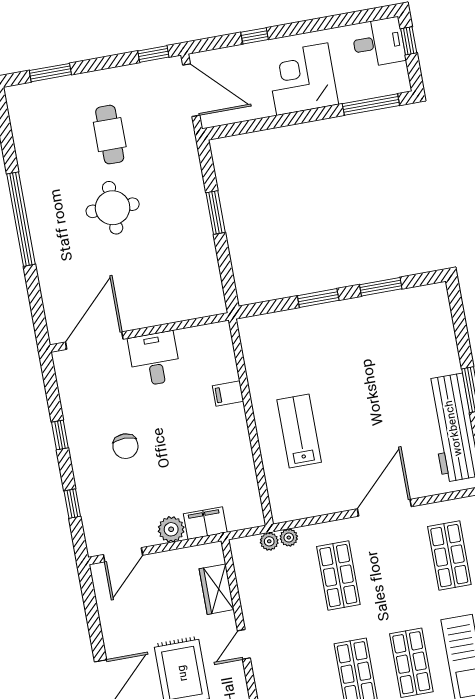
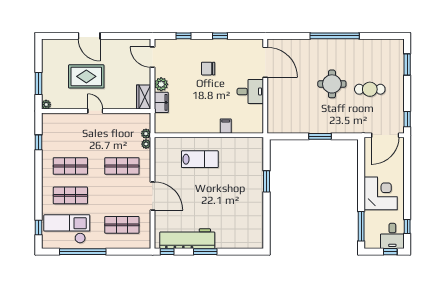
window: (255, 36) -> (407, 226), moved
window: (381, 287) -> (267, 214), removed
wardrobe: (217, 589) -> (144, 97), moved, turned -90

